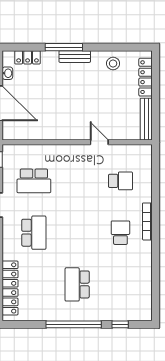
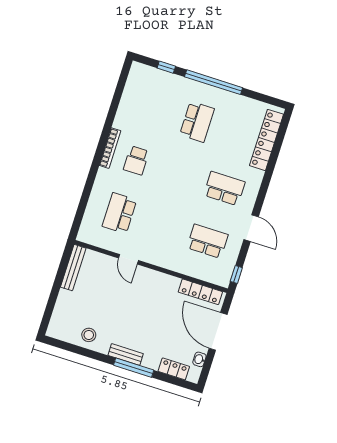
locker: (146, 77) -> (200, 292), moved, turned 90
school desk: (120, 181) -> (119, 213), width x1.85
bookcase: (147, 221) -> (110, 148), moved
school desk: (34, 233) -> (224, 189), turned 90

